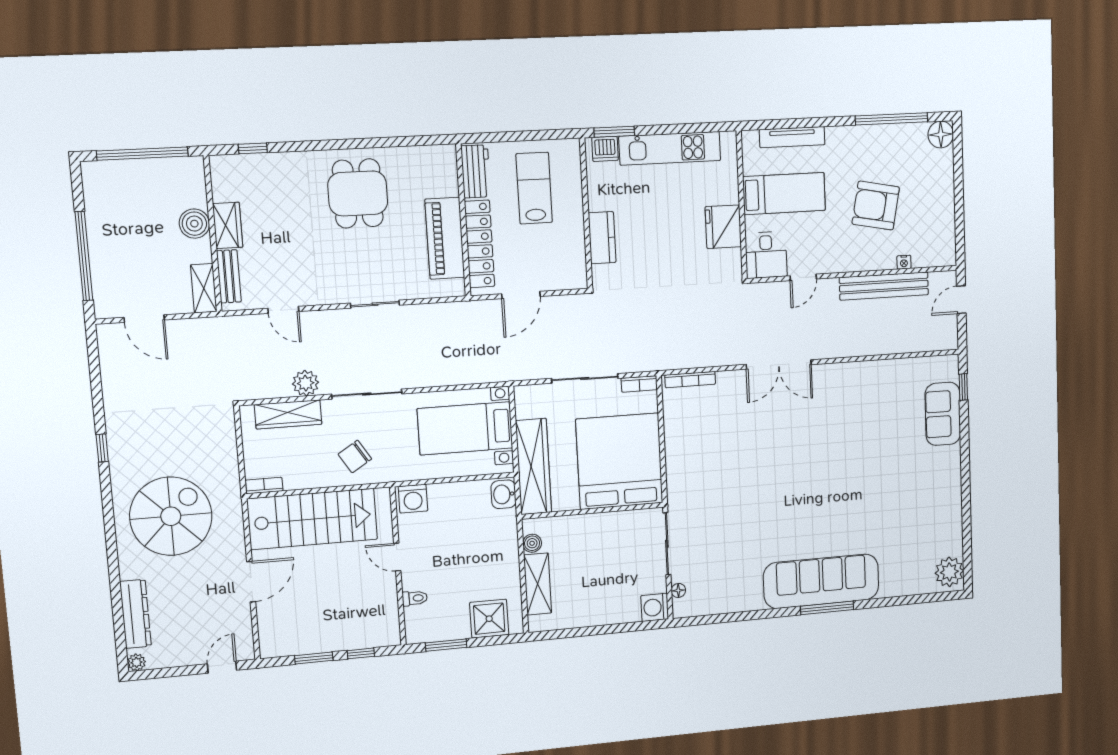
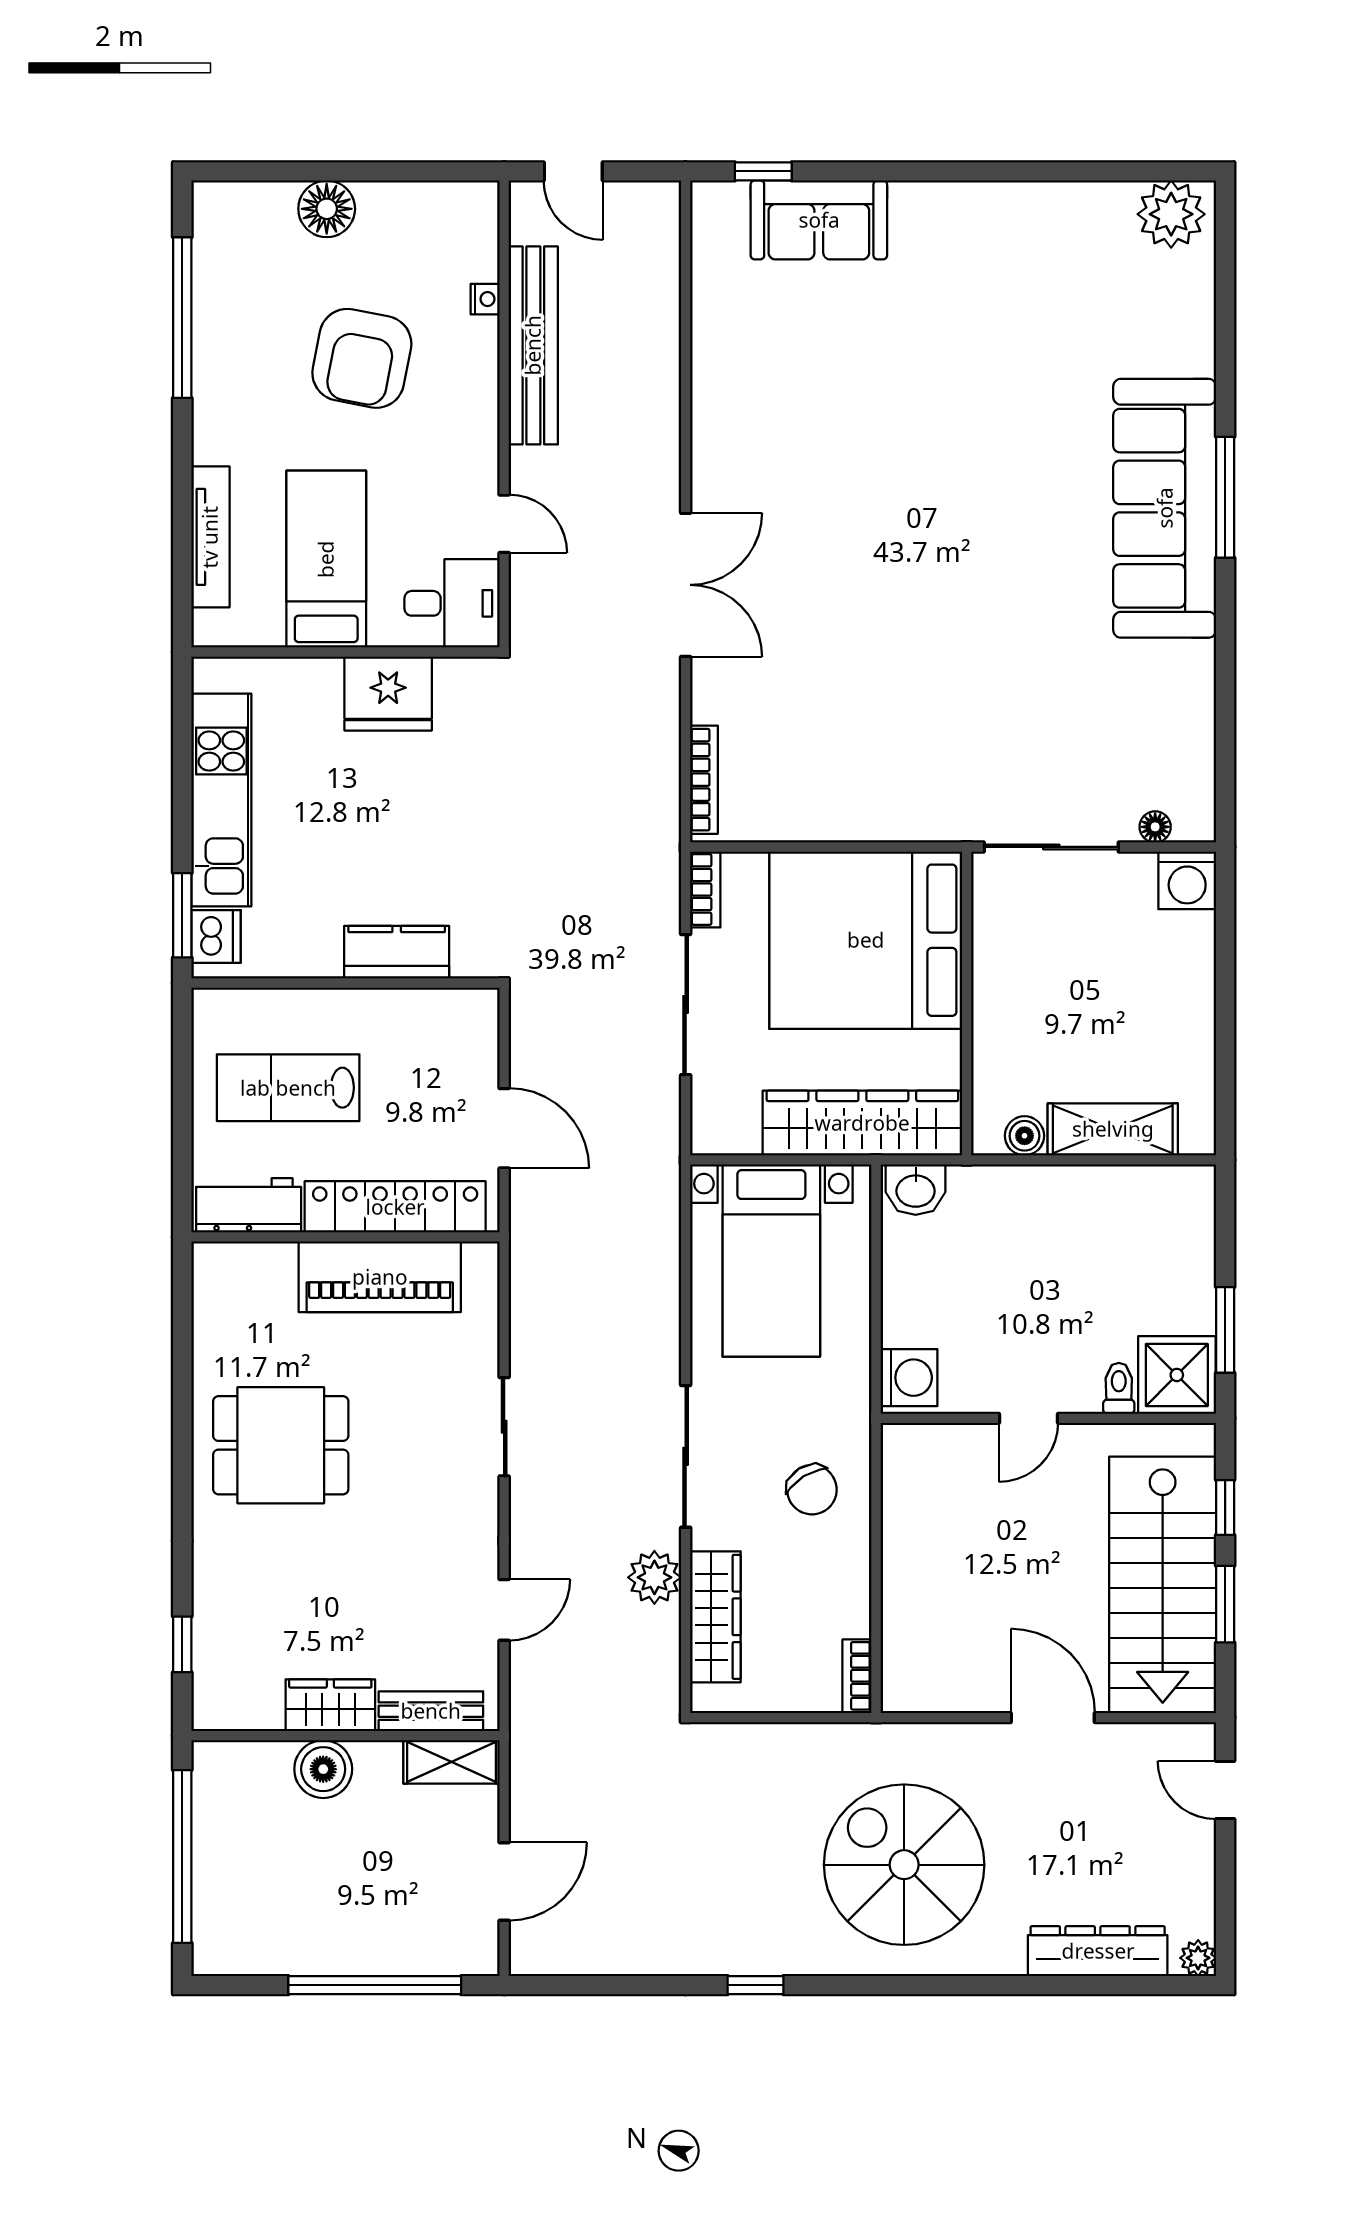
floor lamp: (941, 135) -> (327, 209), moved
stairs: (312, 519) -> (1163, 1585), moved, turned 180
shower: (489, 619) -> (1177, 1375), moved

